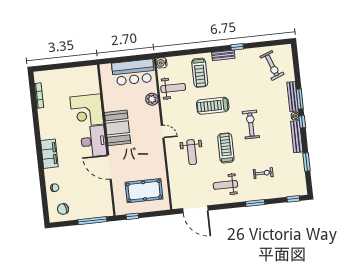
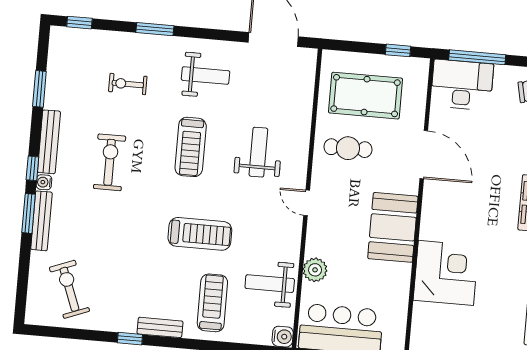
exercise bike: (251, 125) -> (110, 162), moved, turned 180
desk: (93, 141) -> (462, 85), moved, turned 90
cafe table: (148, 163) -> (348, 148), added

